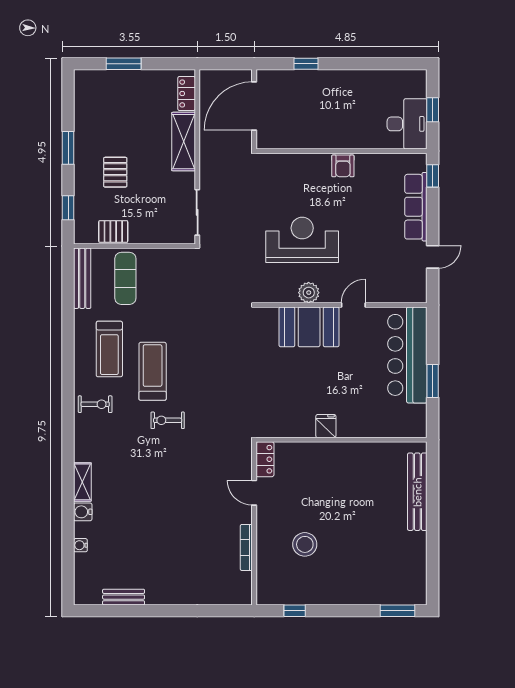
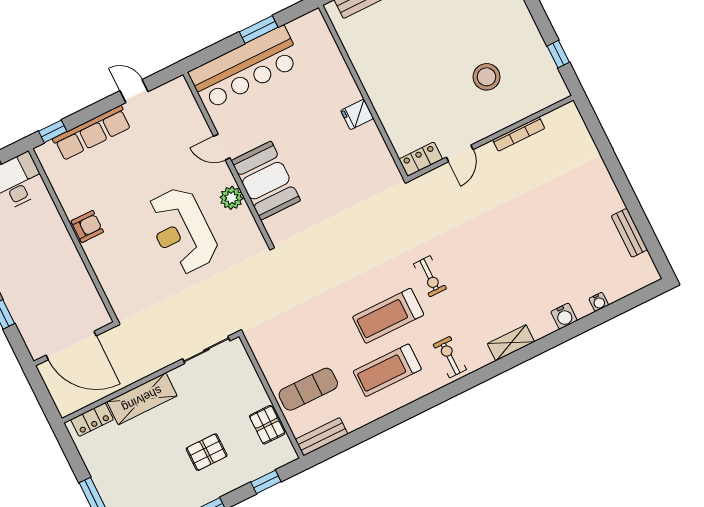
bench: (82, 278) -> (322, 437), width x0.73
treadmill: (109, 349) -> (387, 370), turned 180
shelving: (82, 482) -> (511, 343), moved

